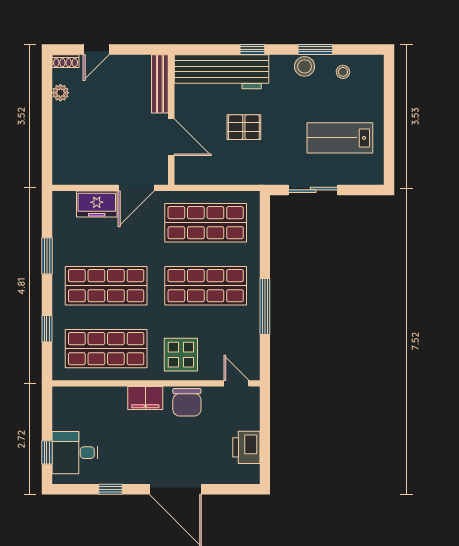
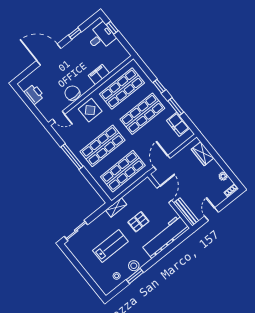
door: (96, 49) -> (212, 214), moved
window: (252, 49) -> (160, 256), removed
door: (171, 137) -> (164, 194), swing flipped
lab bench: (340, 138) -> (110, 246), moved
wardrobe: (64, 152) -> (202, 154), added
shelving: (260, 176) -> (116, 207), added
sliding door: (313, 190) -> (76, 230), moved
freezer: (97, 204) -> (178, 124), moved, turned -90
window: (47, 329) -> (159, 86), moved
filing cabinet: (145, 398) -> (99, 74), moved

